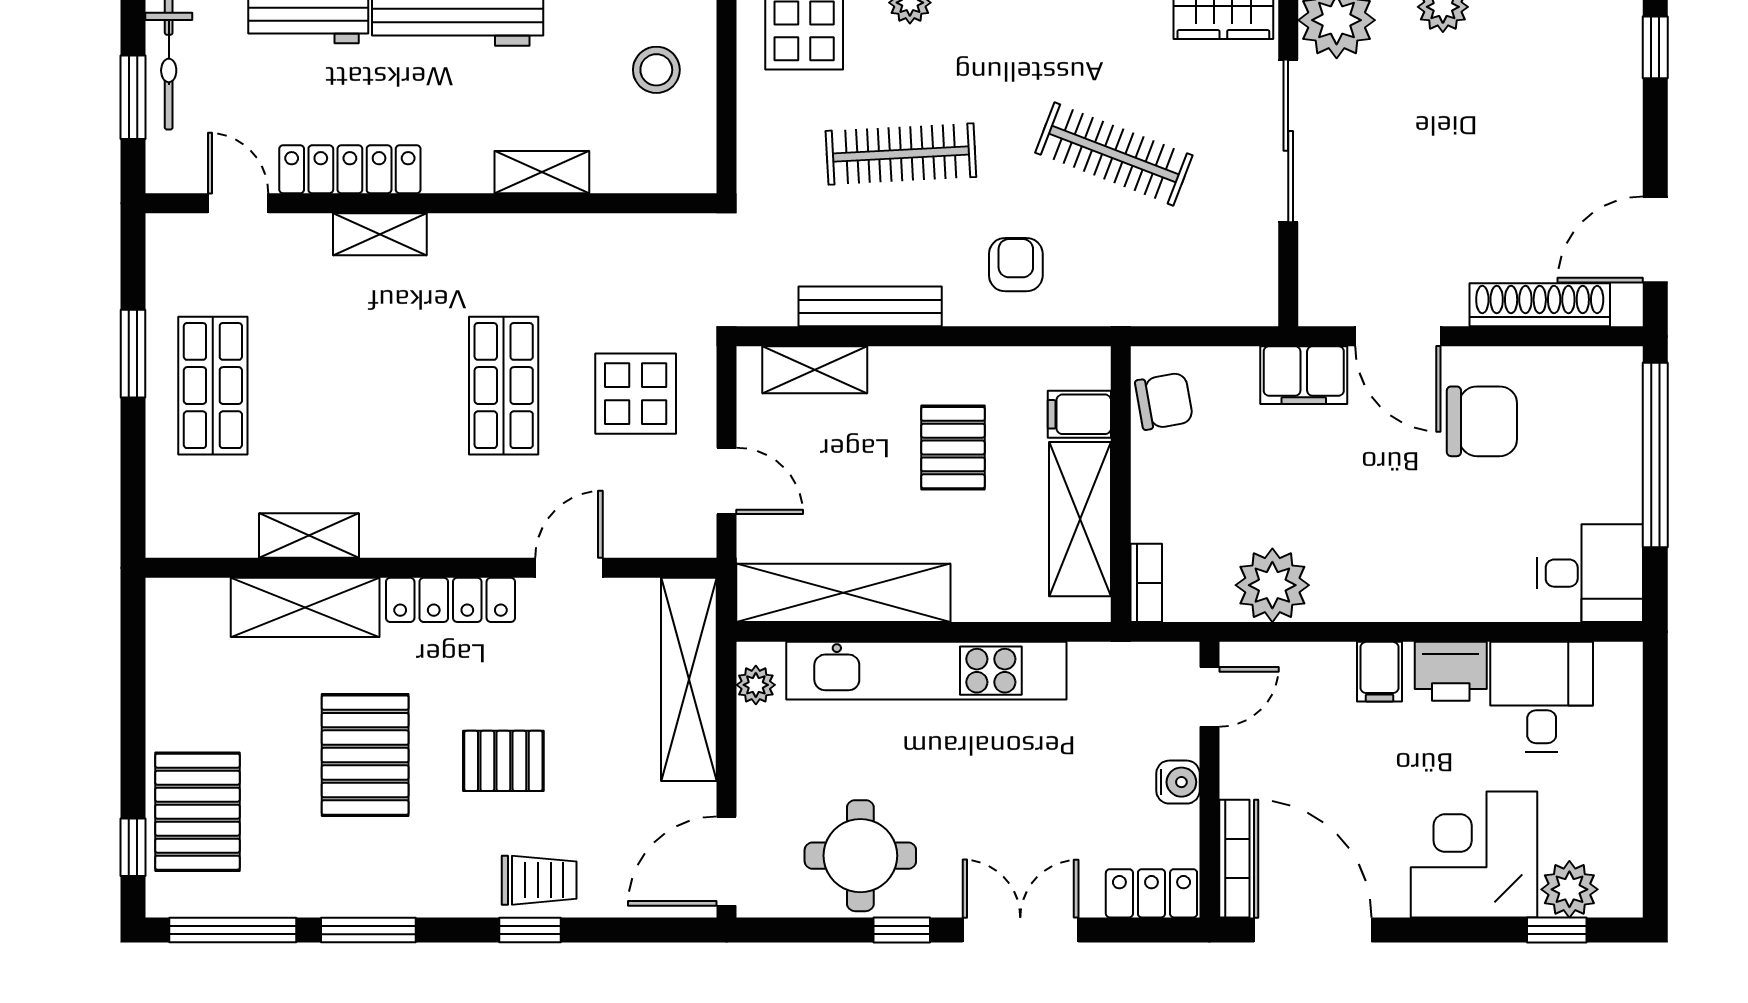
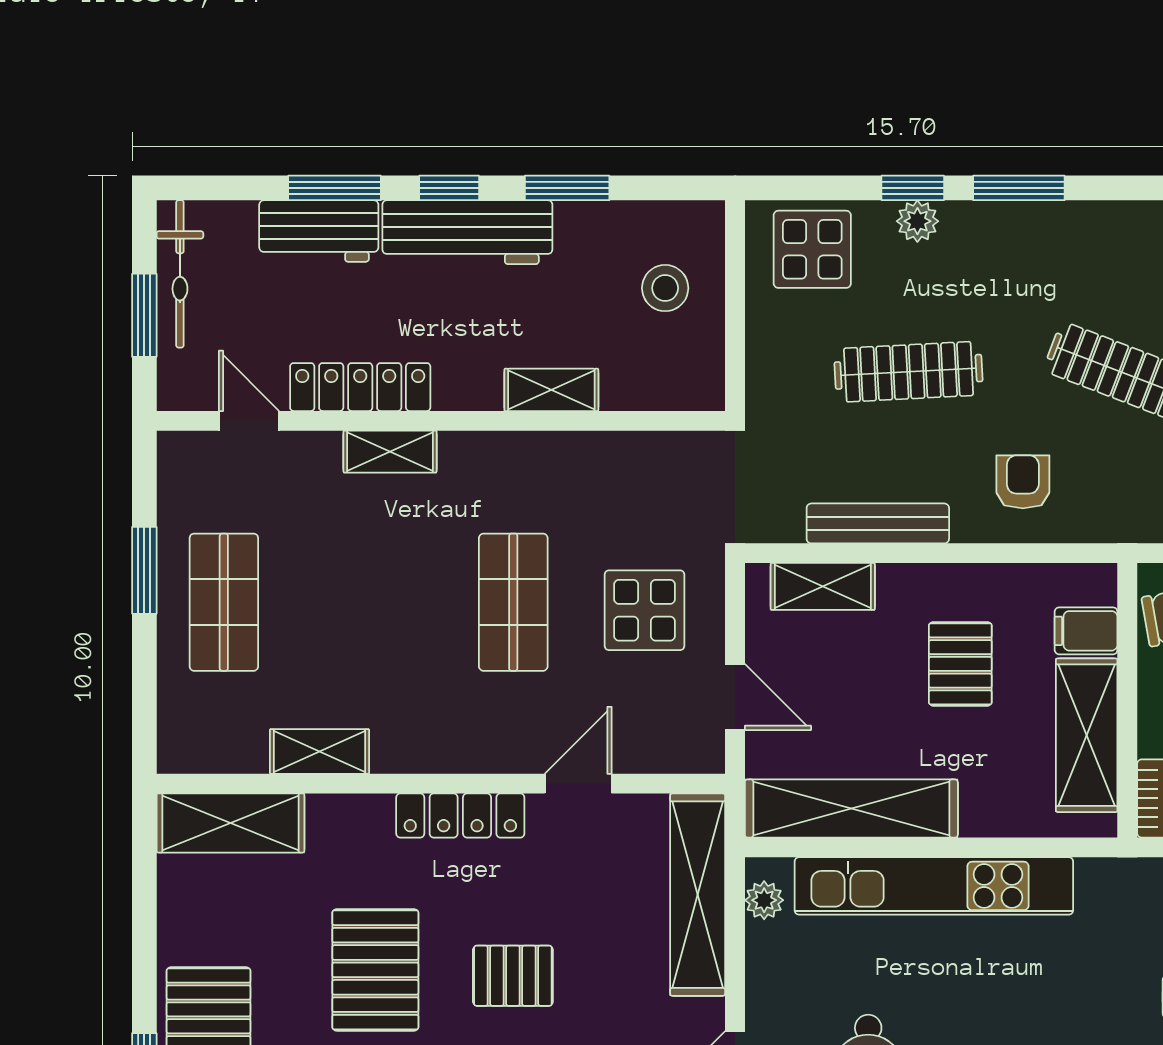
shelving: (305, 607) -> (231, 823), moved

